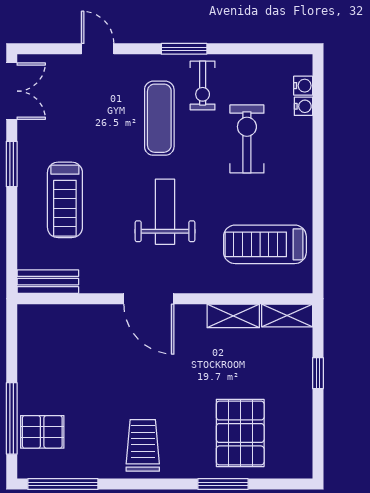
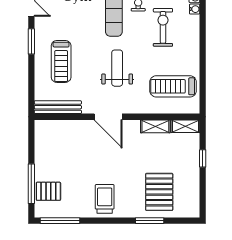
bench: (48, 282) -> (58, 107), width x1.36

